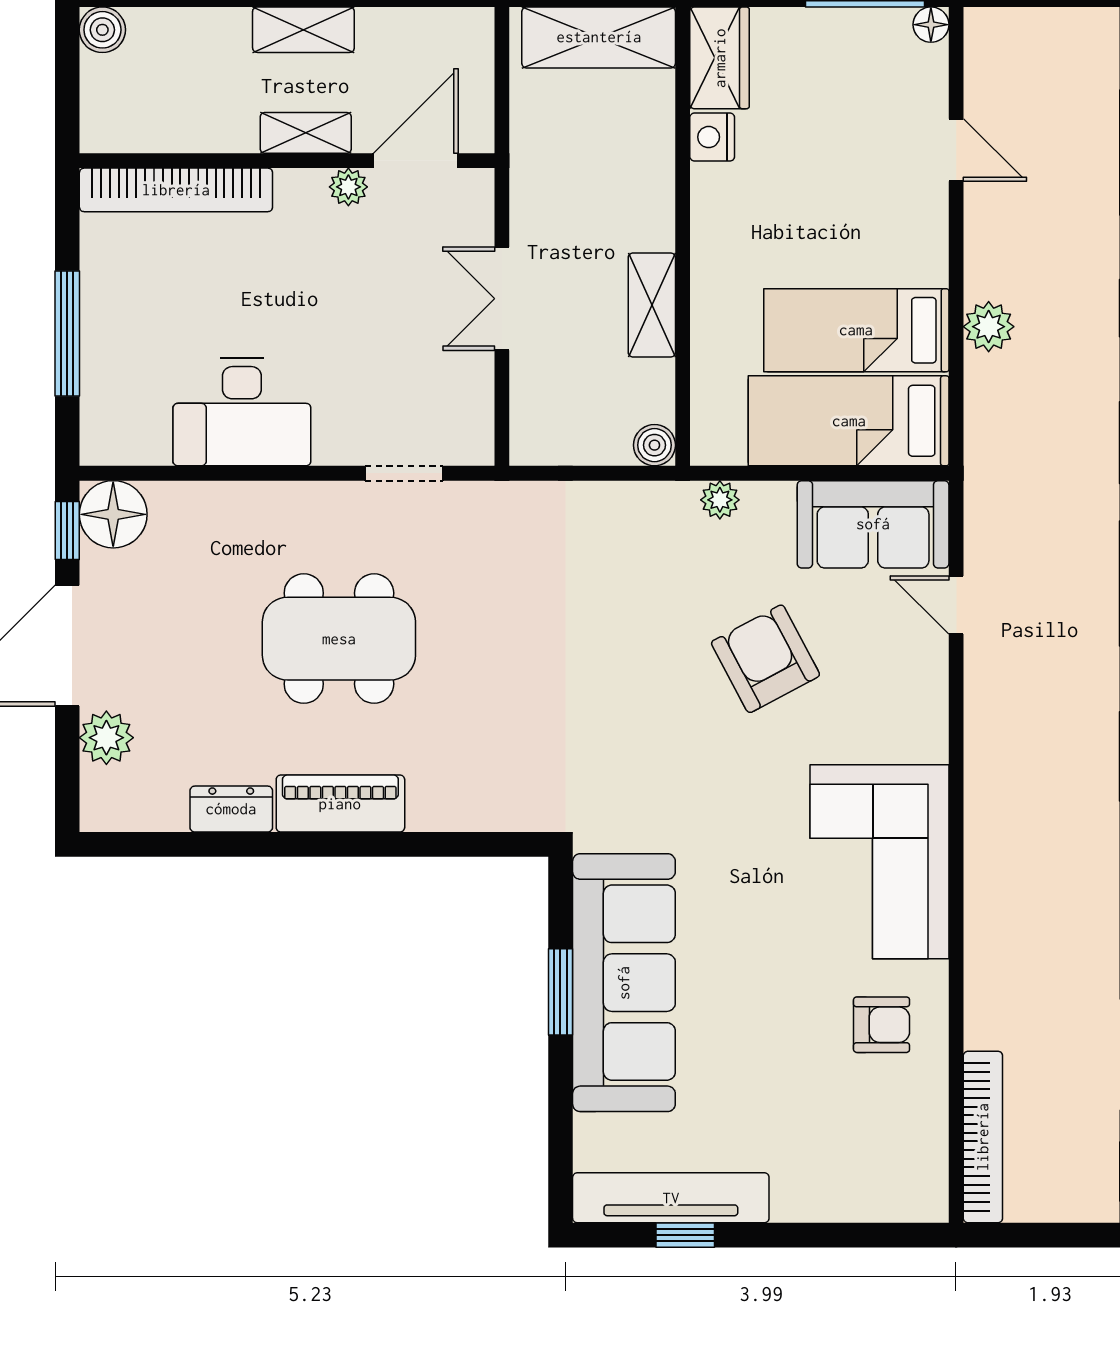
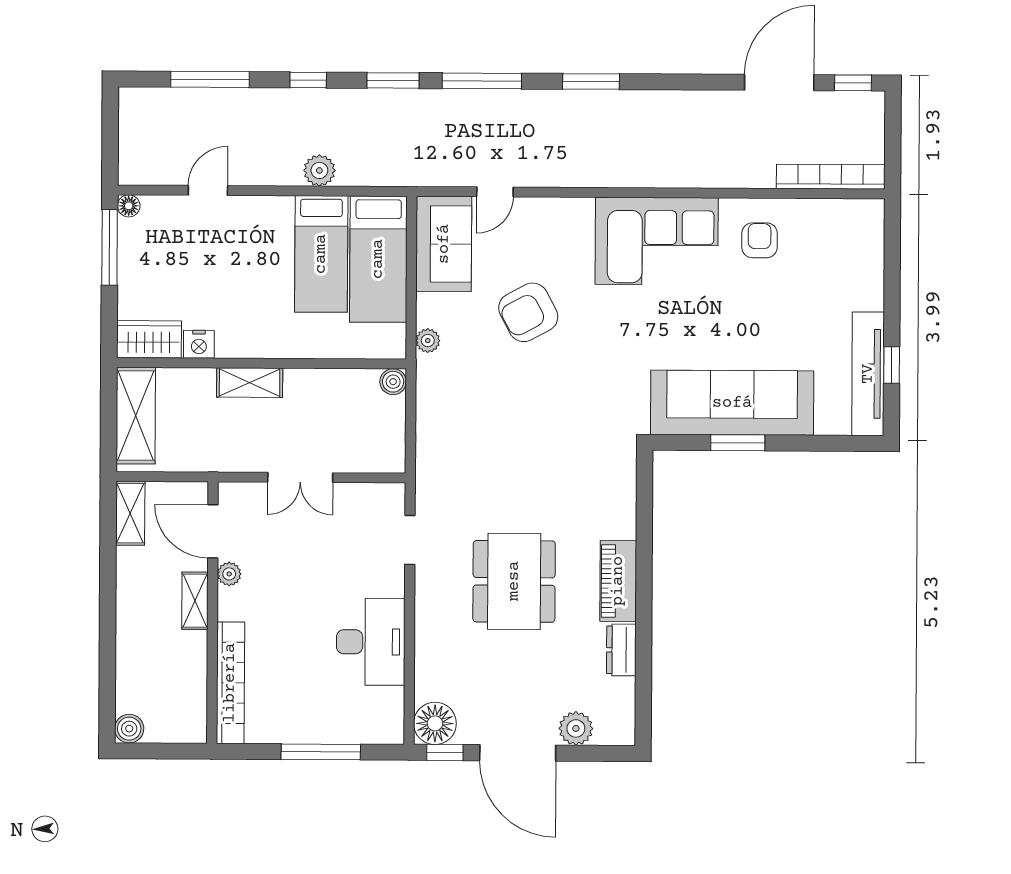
shelving: (303, 30) -> (130, 513), moved
shelving: (652, 305) -> (250, 383), moved

